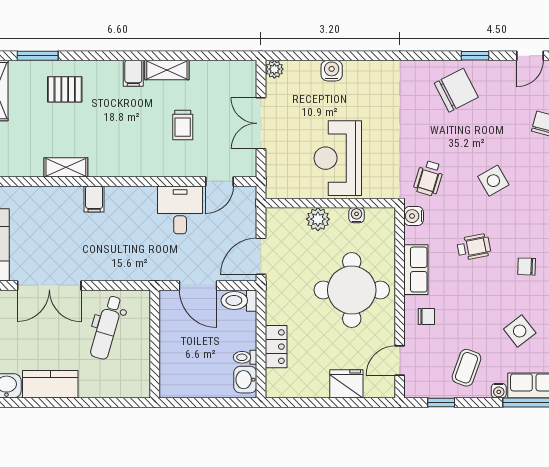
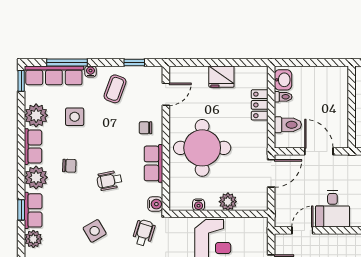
toilet: (239, 301) -> (288, 125), moved
side table: (520, 331) -> (75, 117), turned 38
fridge: (346, 384) -> (221, 77), moved

